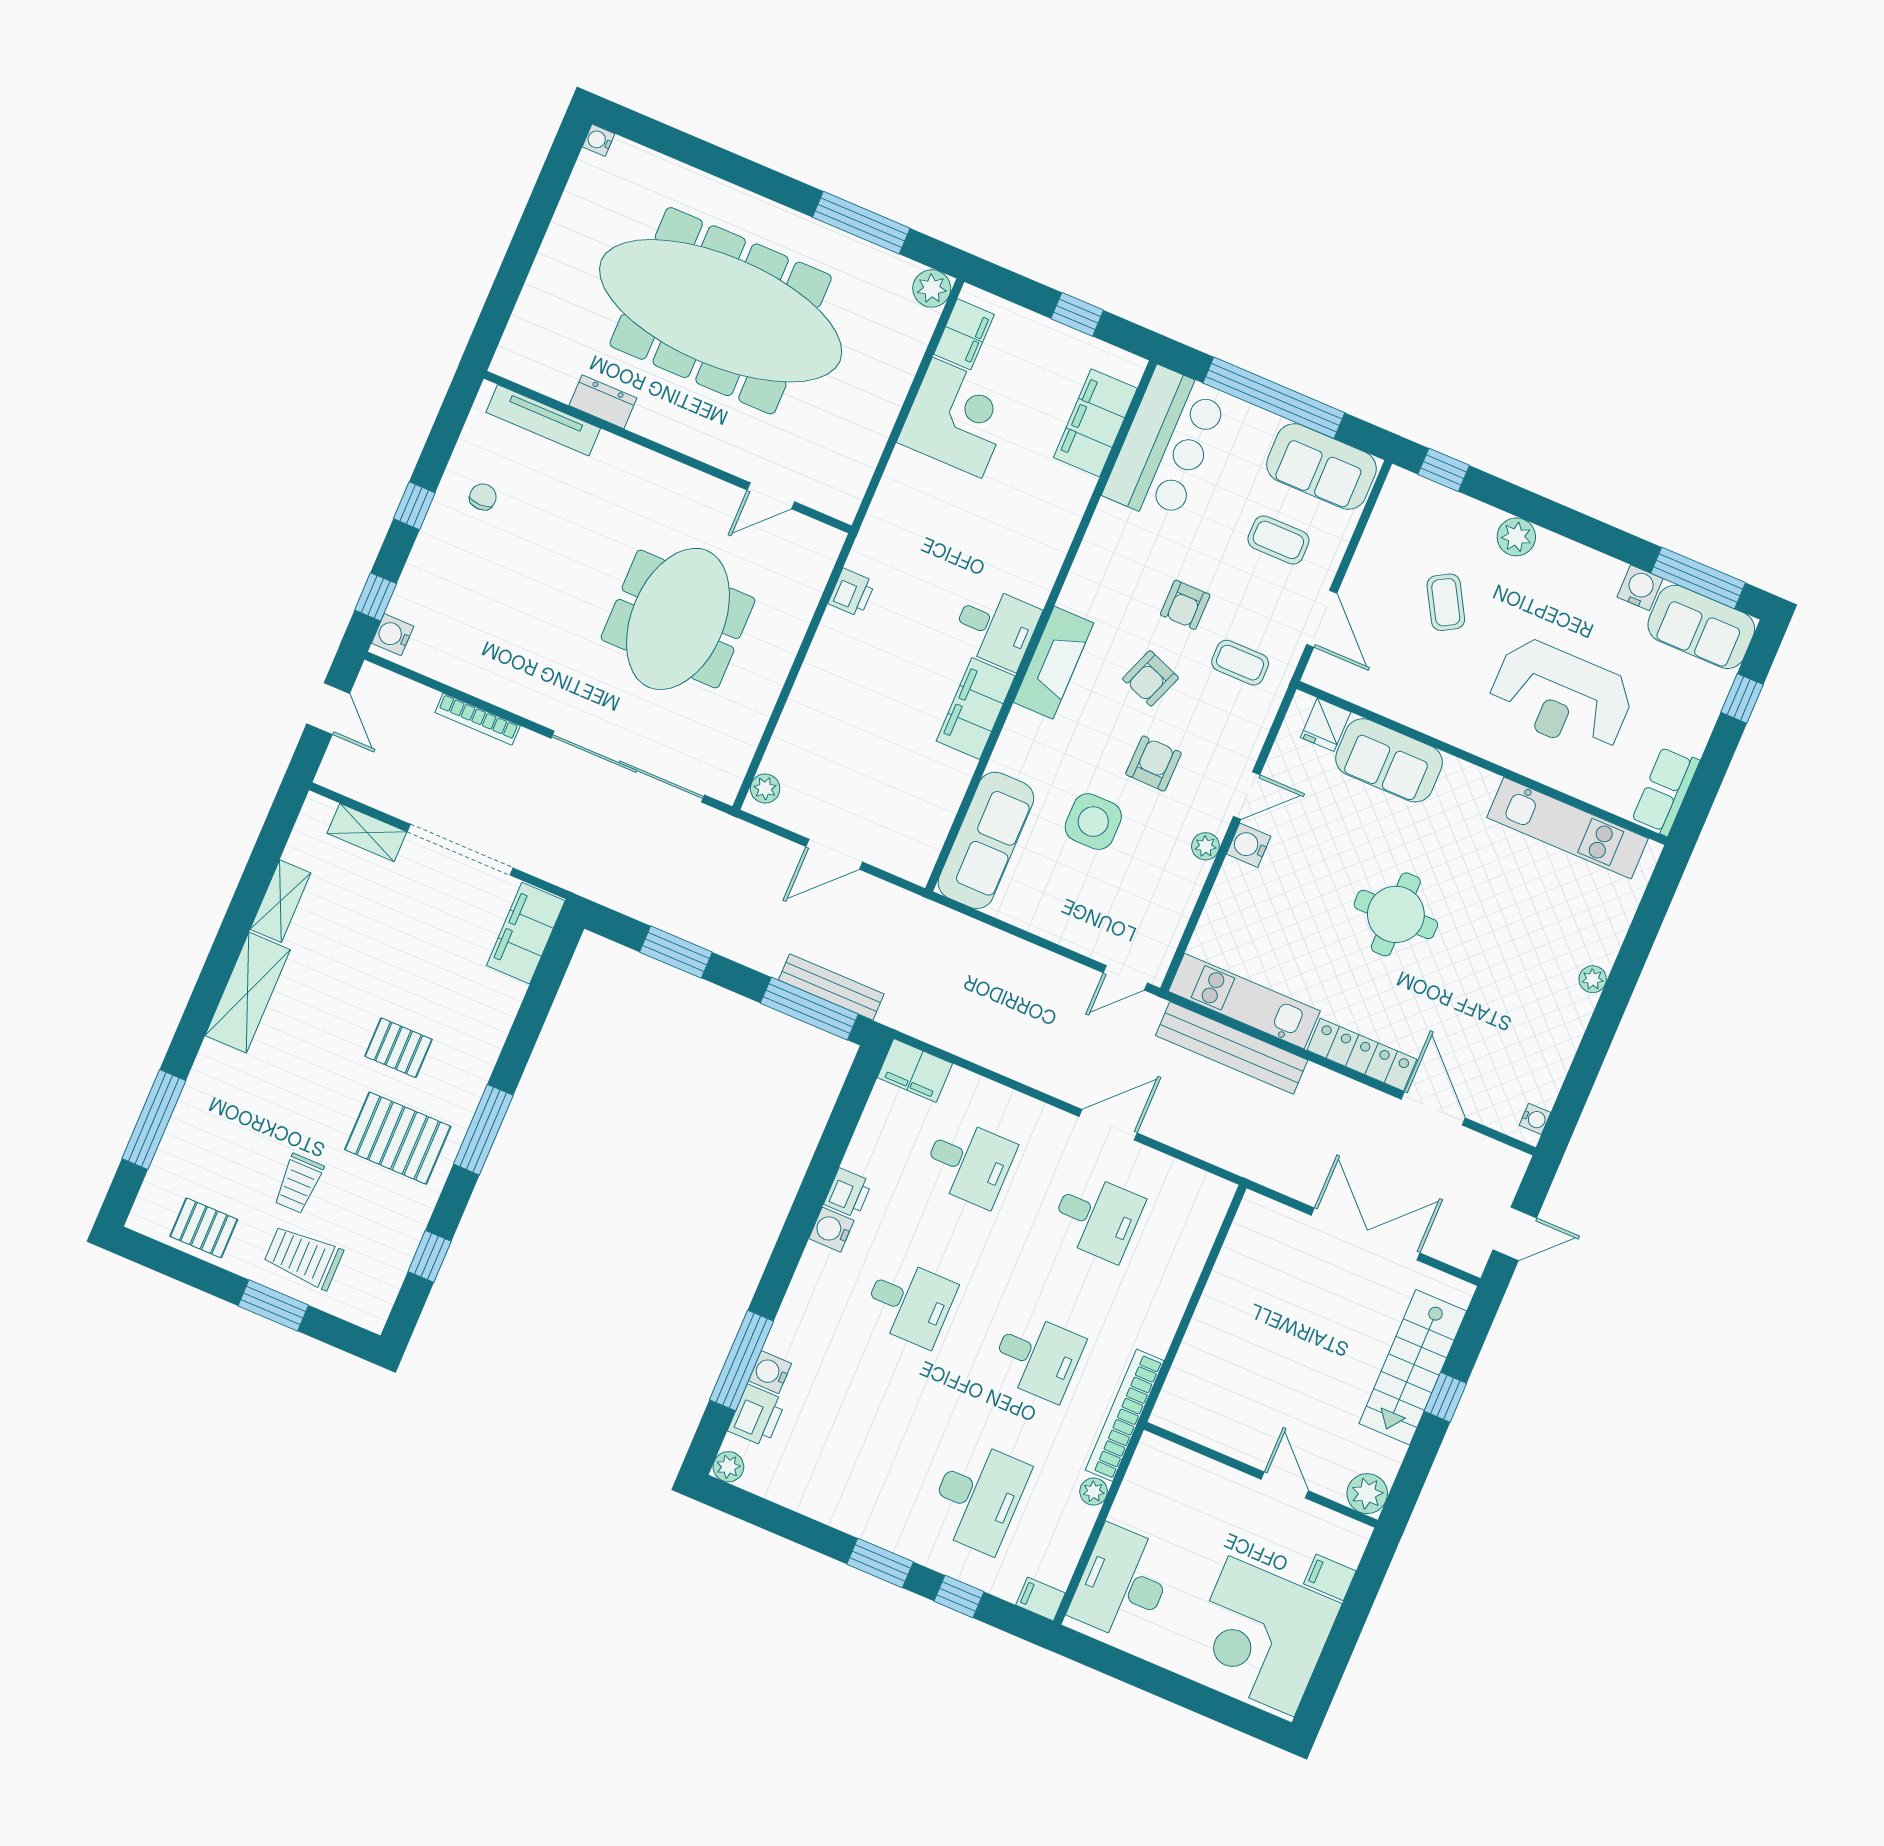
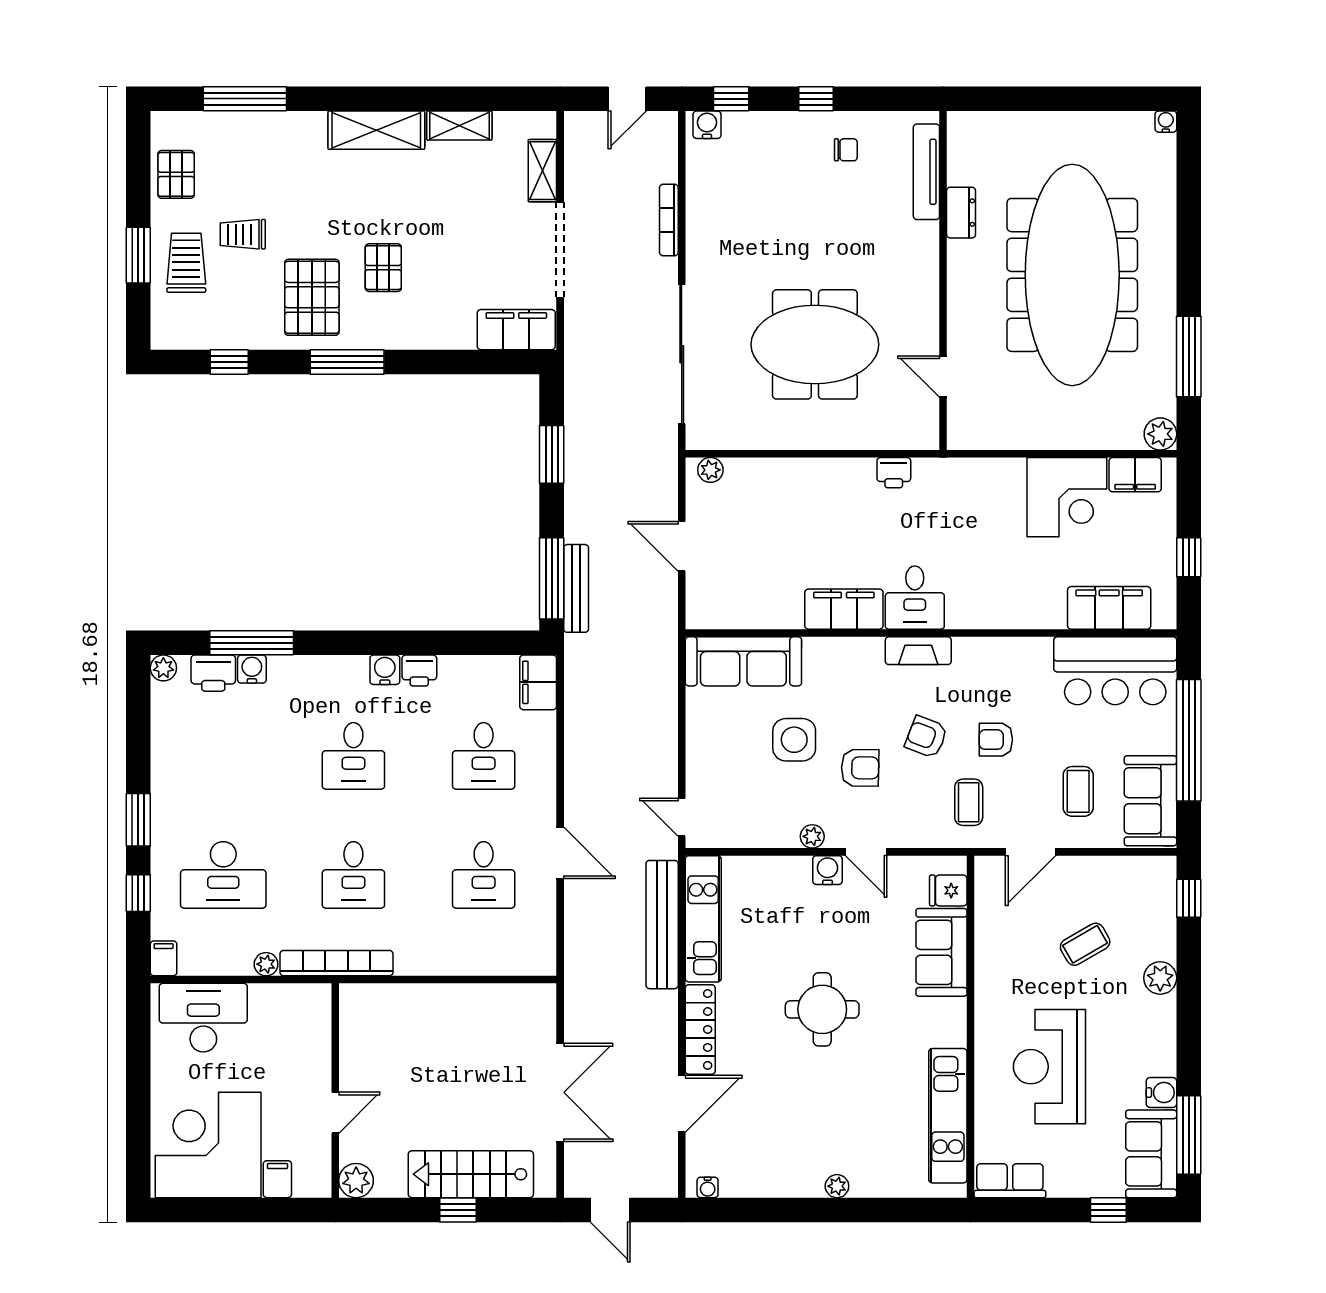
fireplace: (1054, 663) -> (918, 651), width x0.73, depth x0.76

